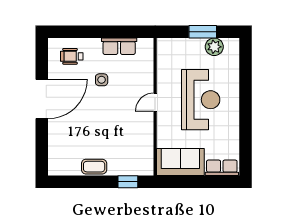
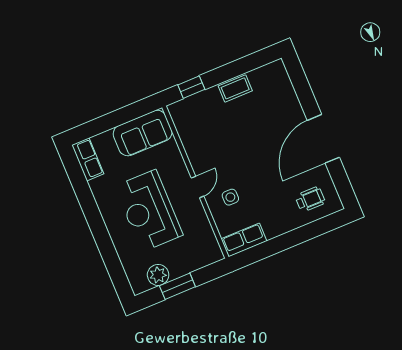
row of seats: (119, 46) -> (244, 240), moved
side table: (102, 80) -> (230, 197), moved
row of seats: (222, 168) -> (88, 159), moved, turned -90

